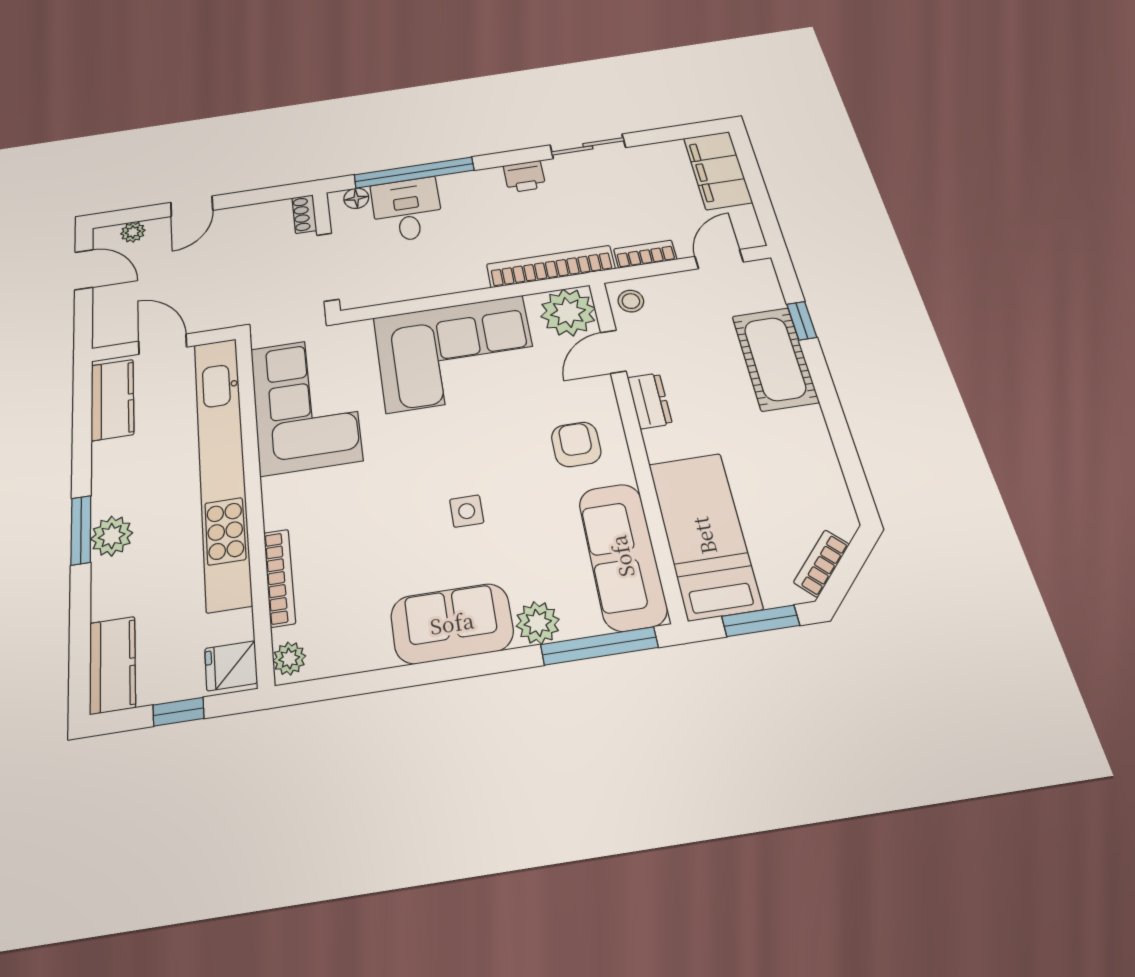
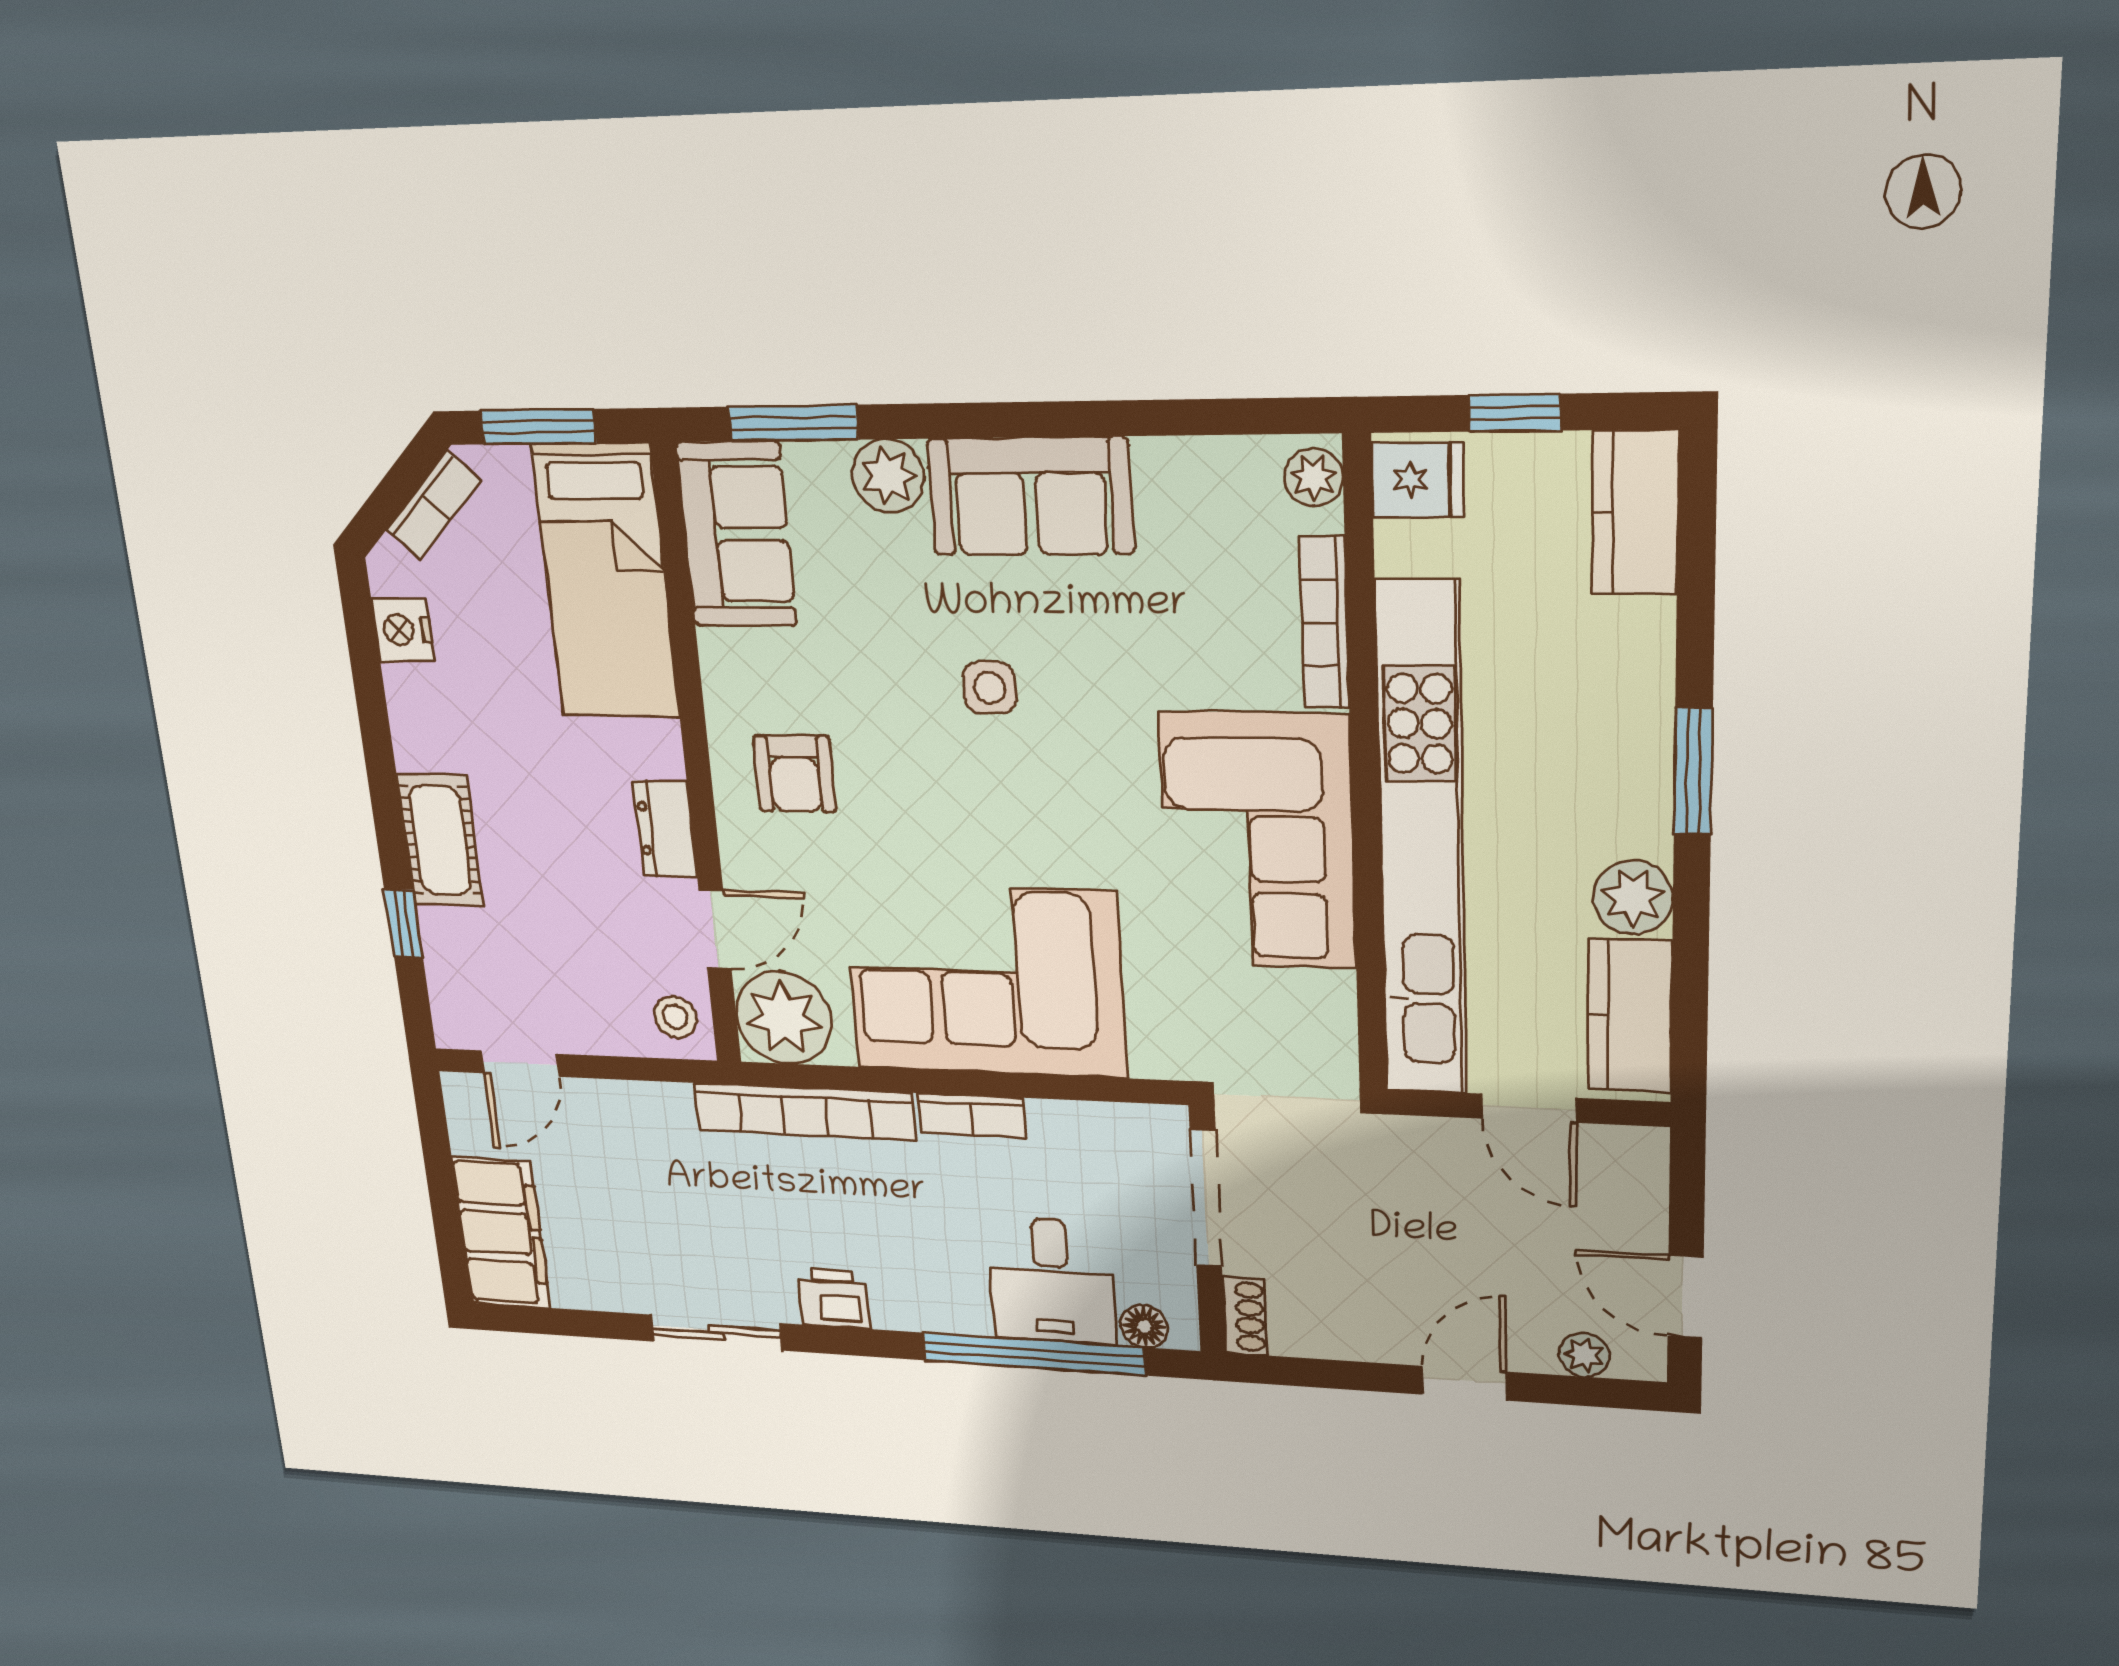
bookcase: (645, 254) -> (972, 1115), moved
cot: (775, 359) -> (440, 840), width x0.73, depth x0.75
corner sofa: (306, 404) -> (1258, 841), moved
nightstand: (829, 486) -> (403, 630), added
plant: (112, 536) -> (1633, 898), moved
sofa: (622, 556) -> (737, 534), width x0.73
window: (599, 646) -> (793, 423), width x0.69

